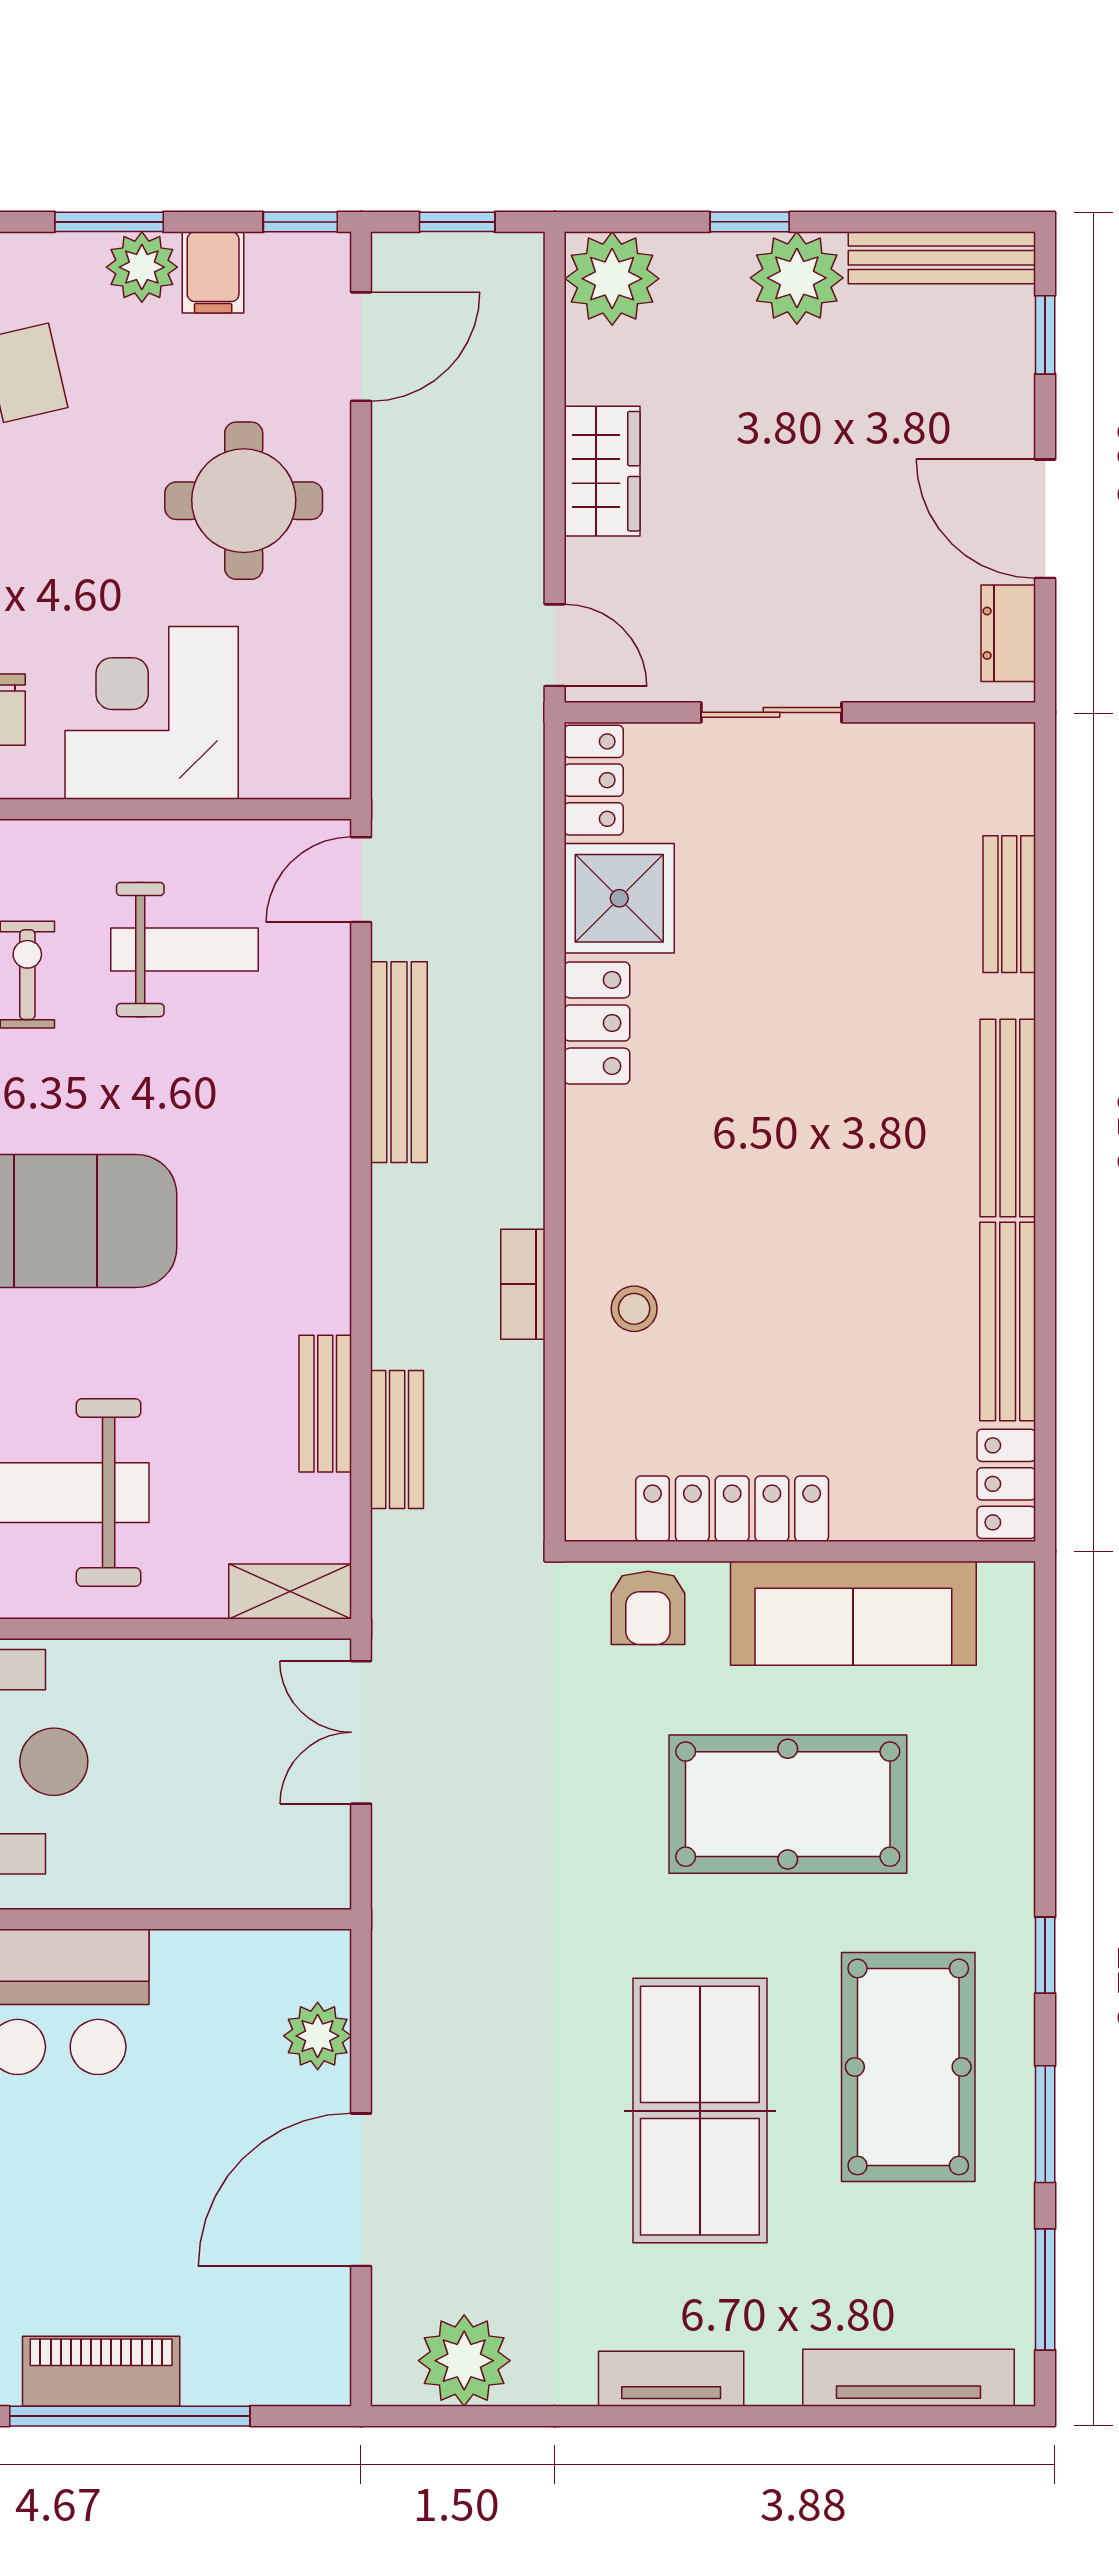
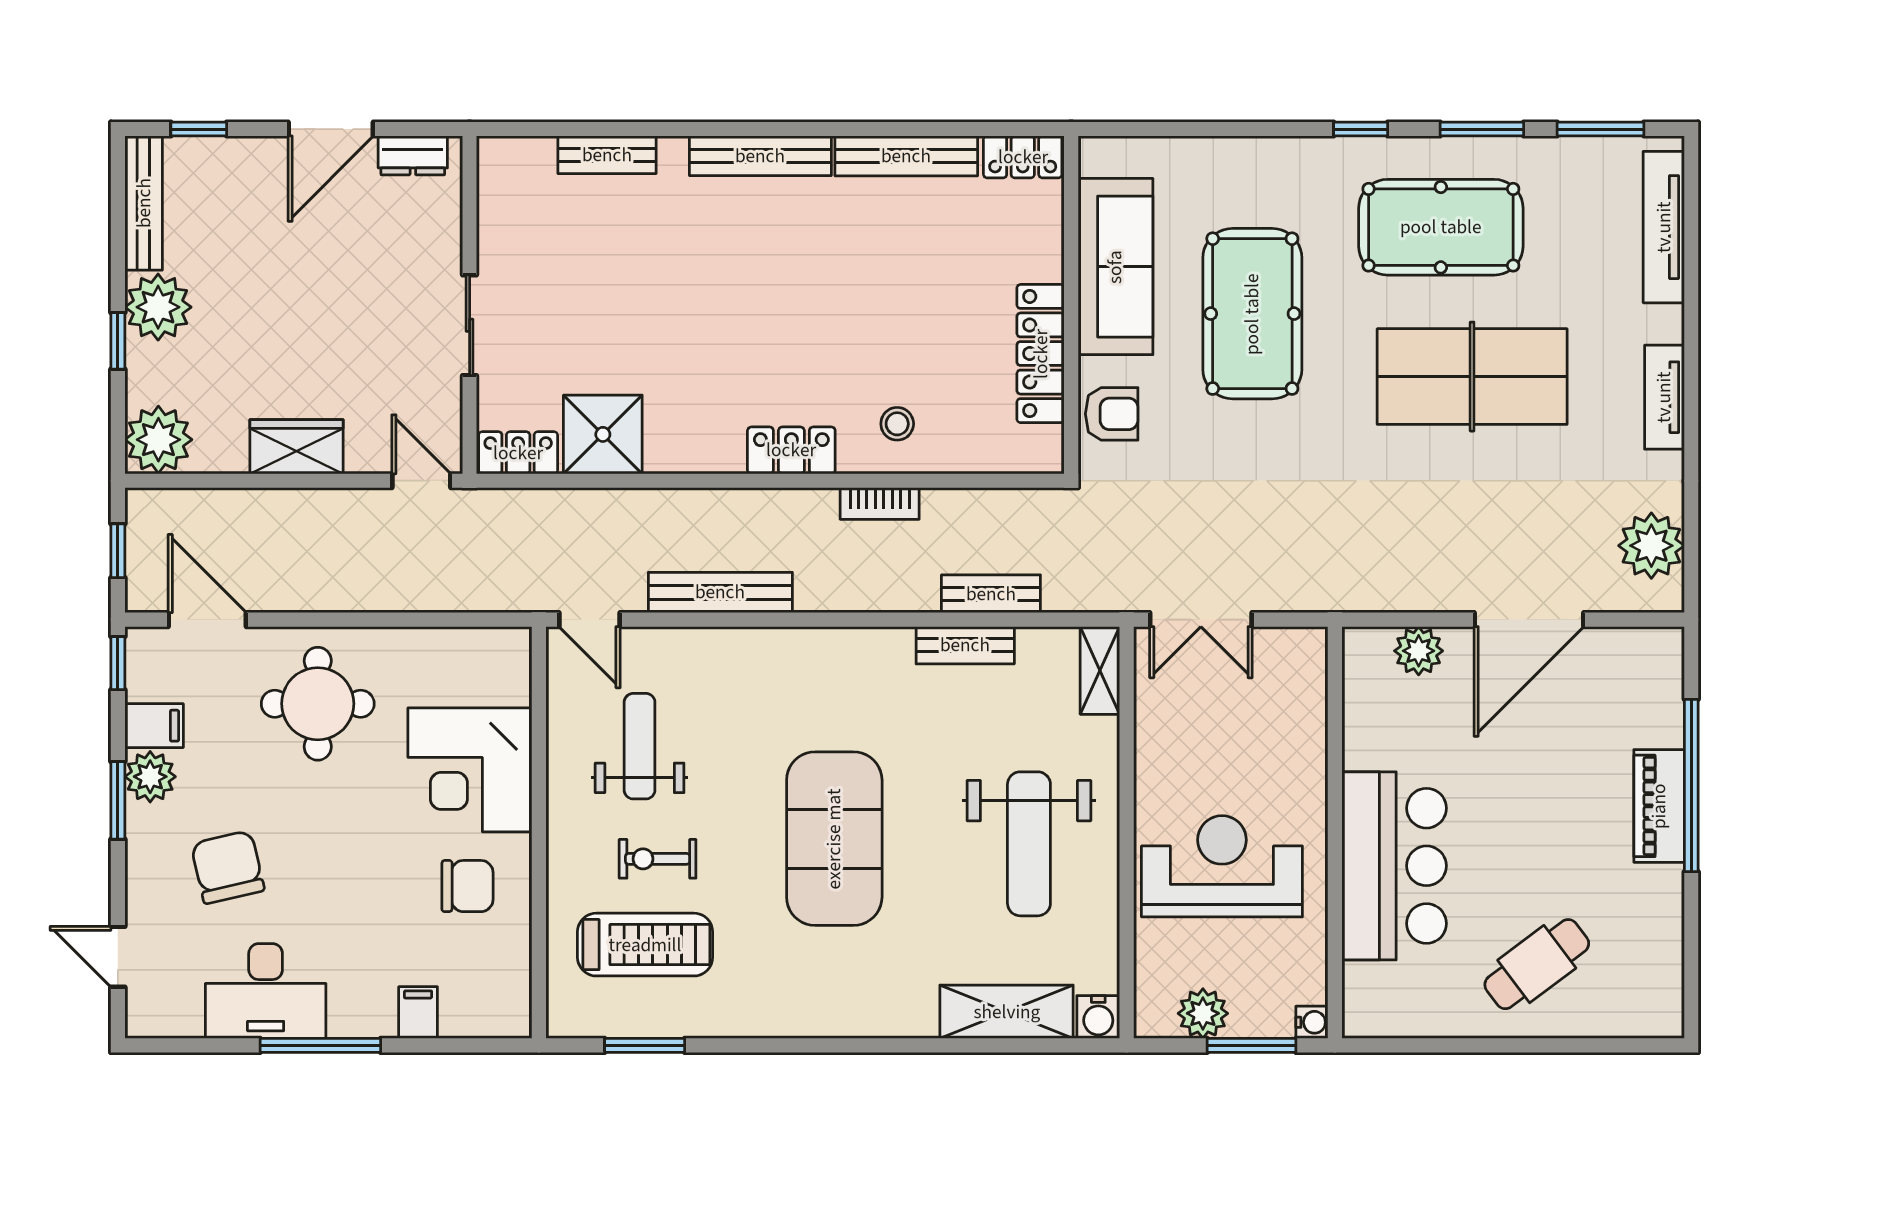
door: (555, 645) -> (421, 481), hinge flipped
locker: (597, 1023) -> (791, 450), moved
door: (361, 2190) -> (1529, 620), hinge flipped

